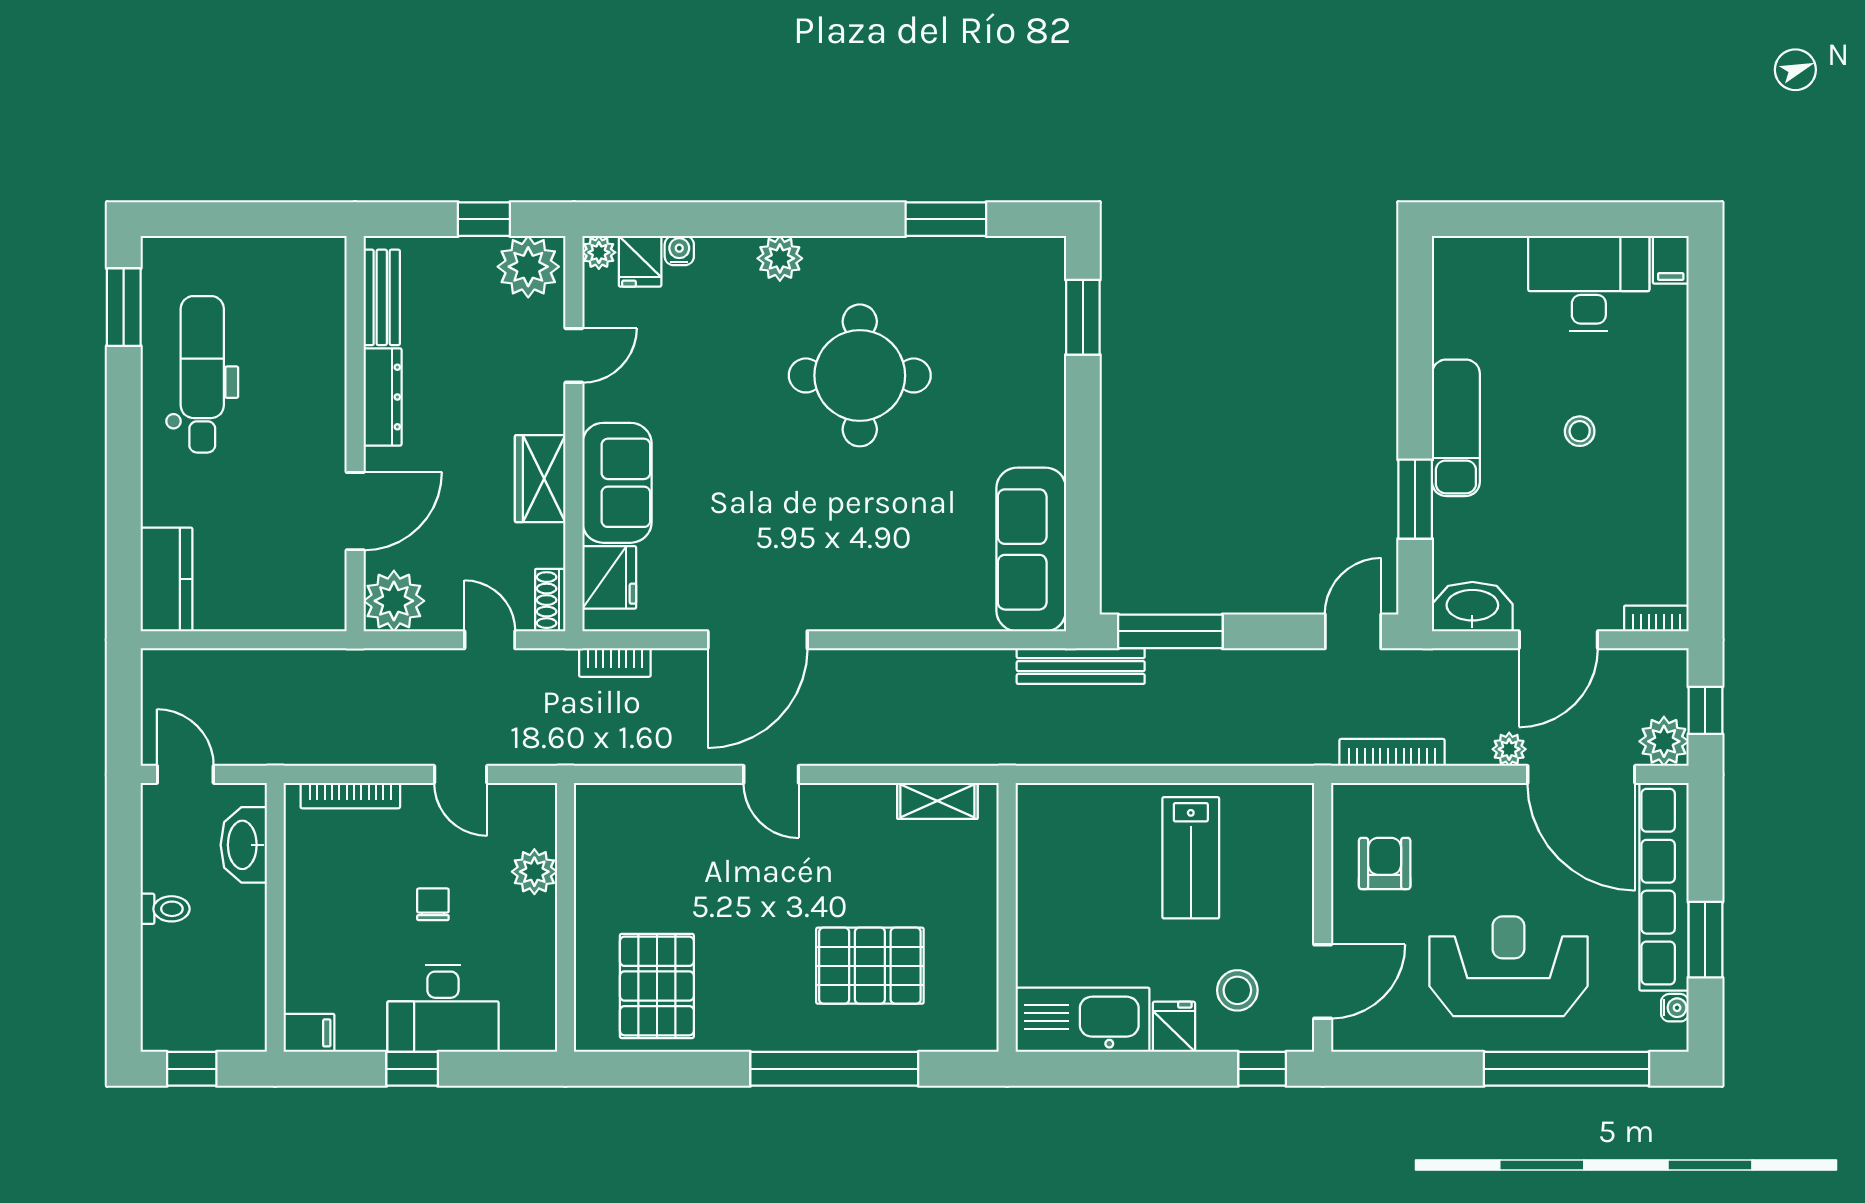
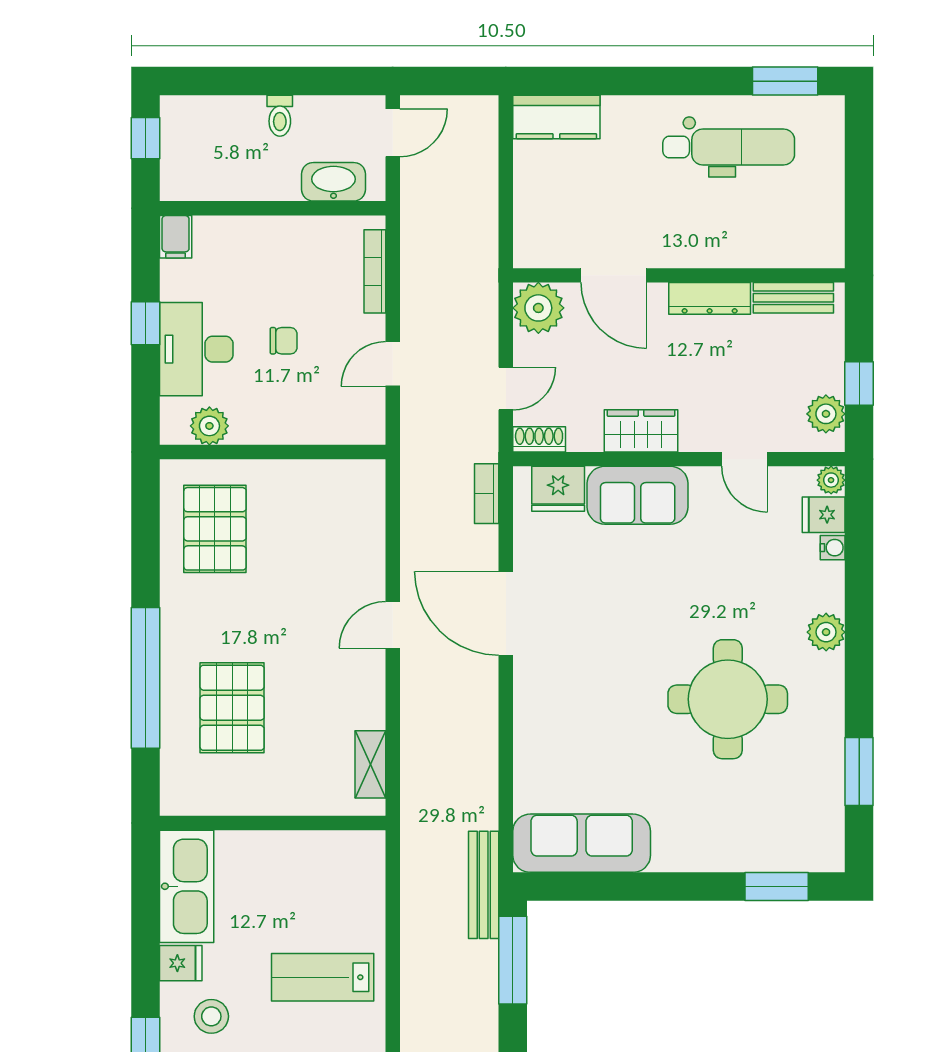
plant: (528, 267) -> (826, 414), width x0.73, depth x0.73
plant: (534, 872) -> (209, 426), moved
pallet: (657, 986) -> (215, 529), turned 90

